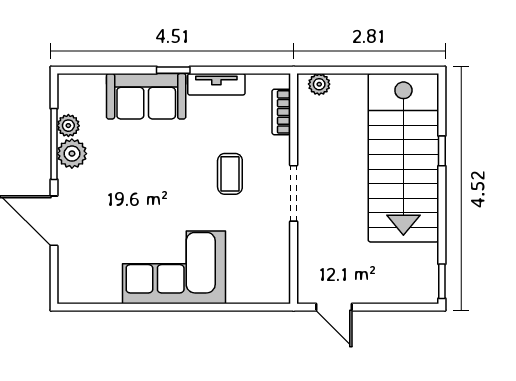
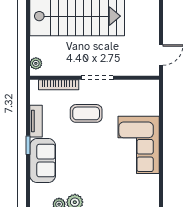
bookcase: (281, 112) -> (59, 85), width x1.56
coffee table: (230, 174) -> (86, 113), width x1.36, depth x1.30

